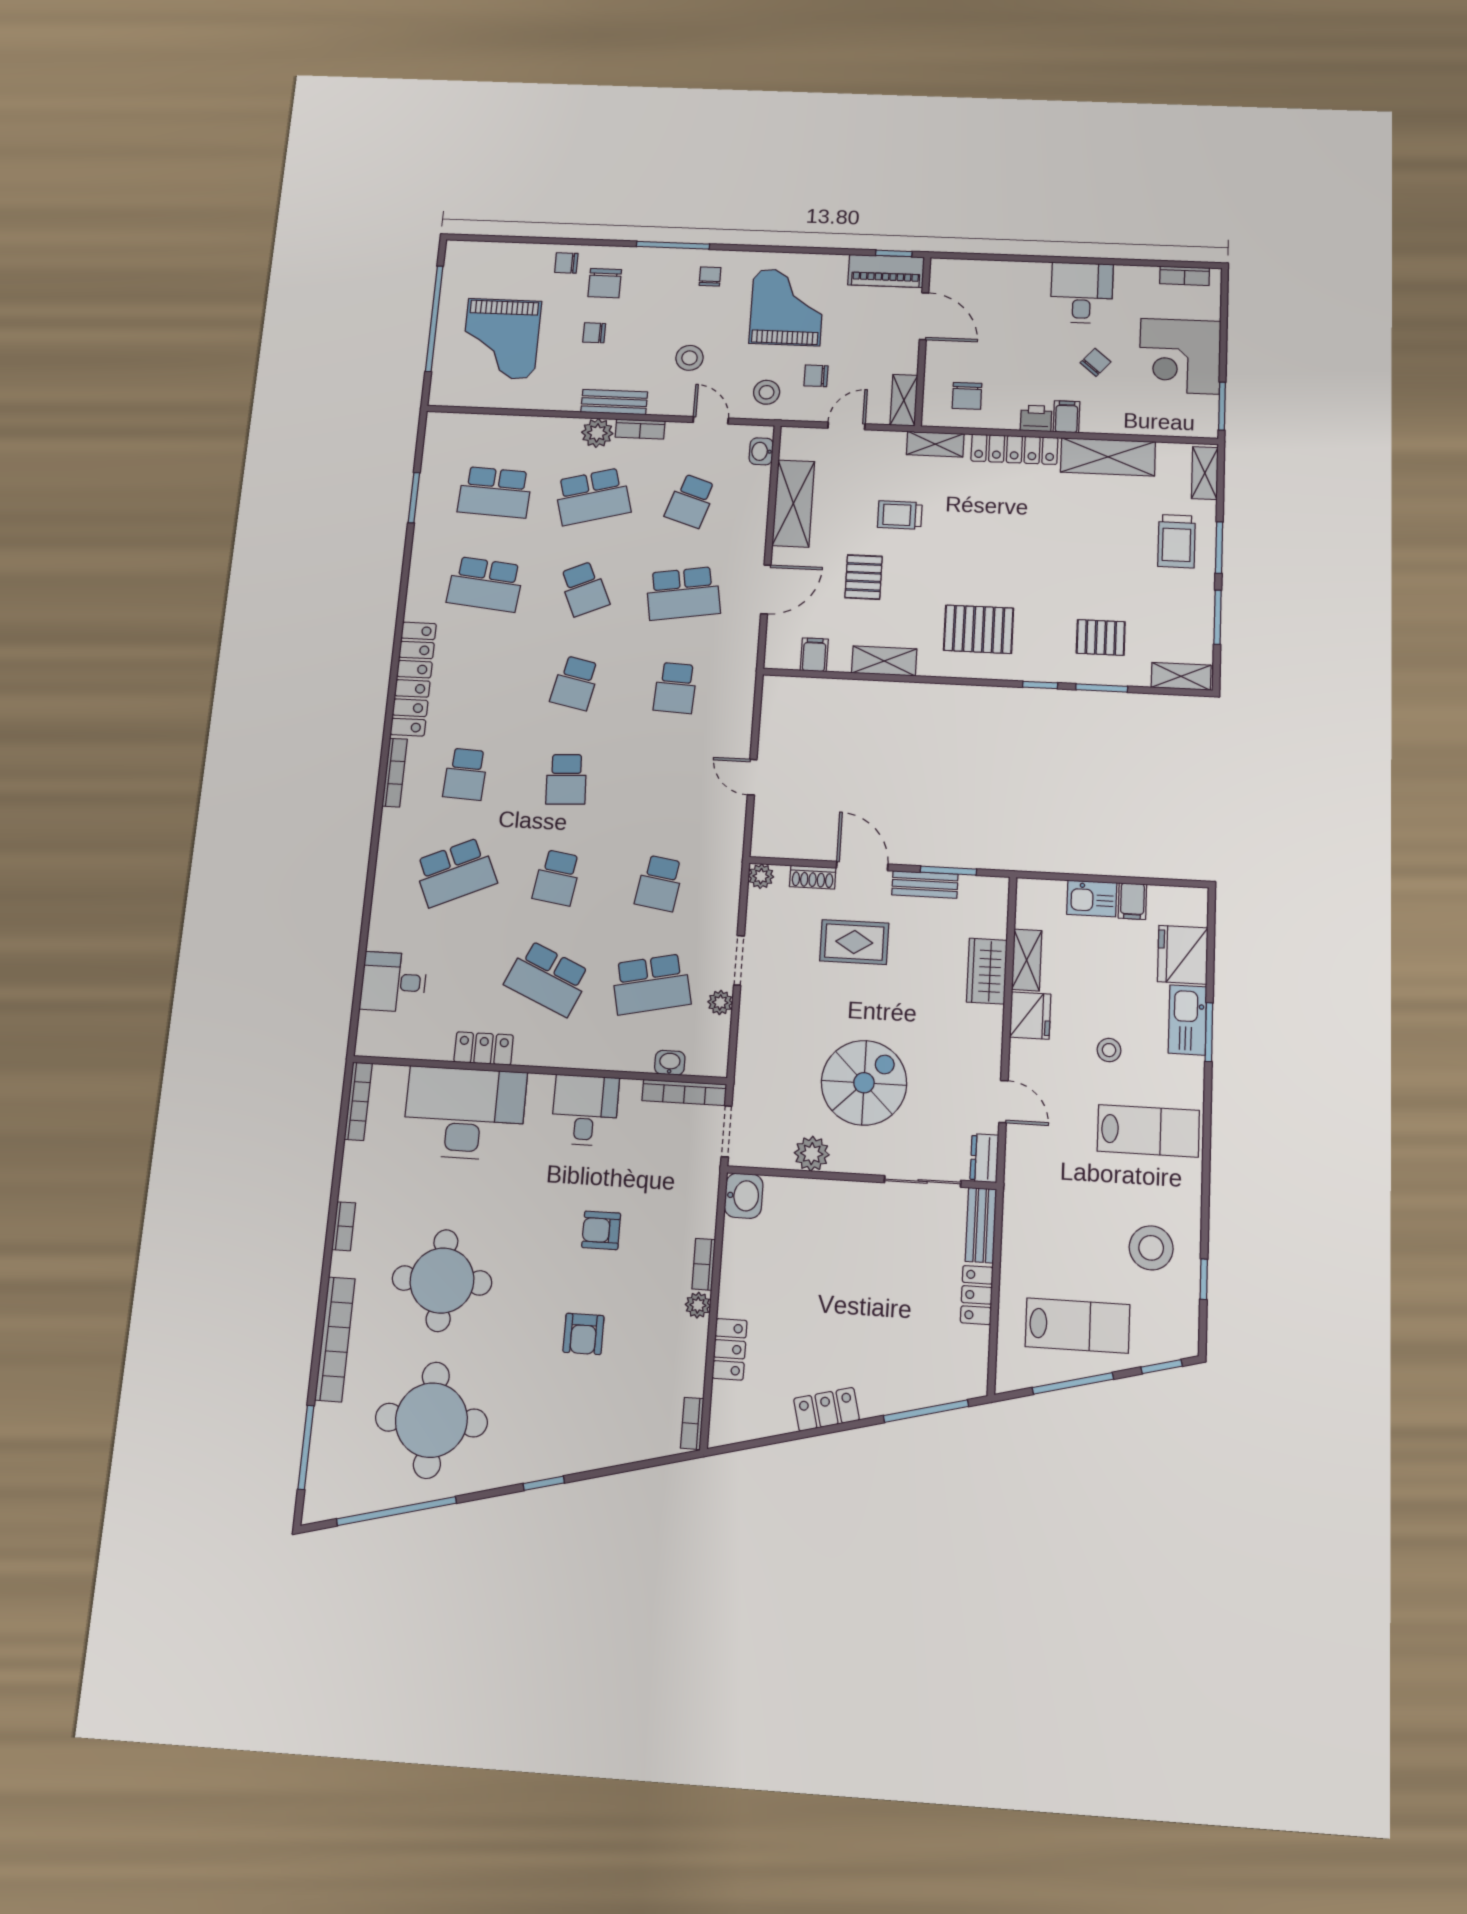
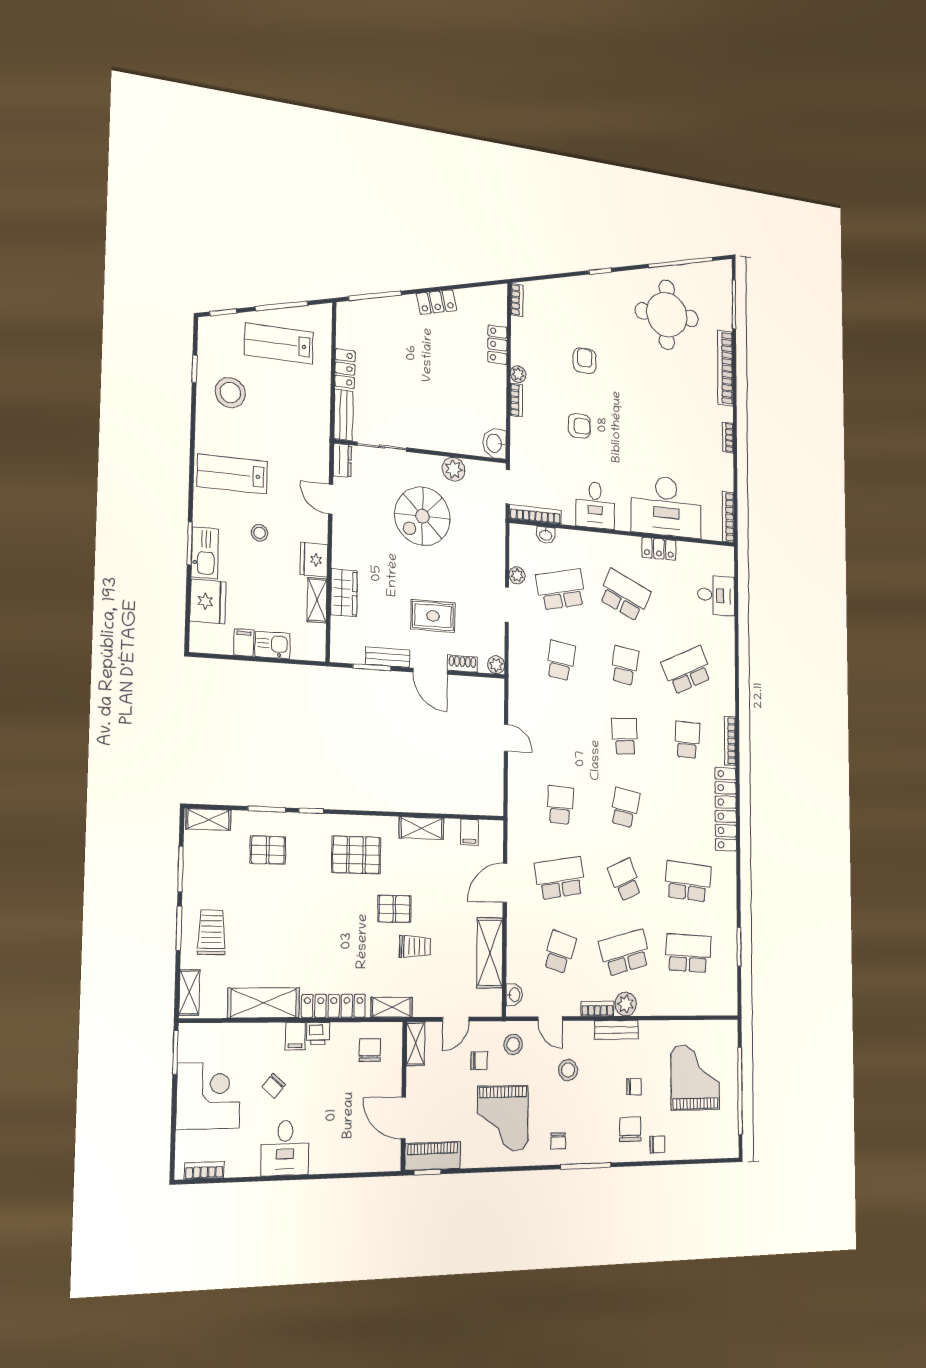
pallet: (864, 577) -> (394, 909), moved, turned 90
round table: (442, 1280) -> (669, 400), removed

